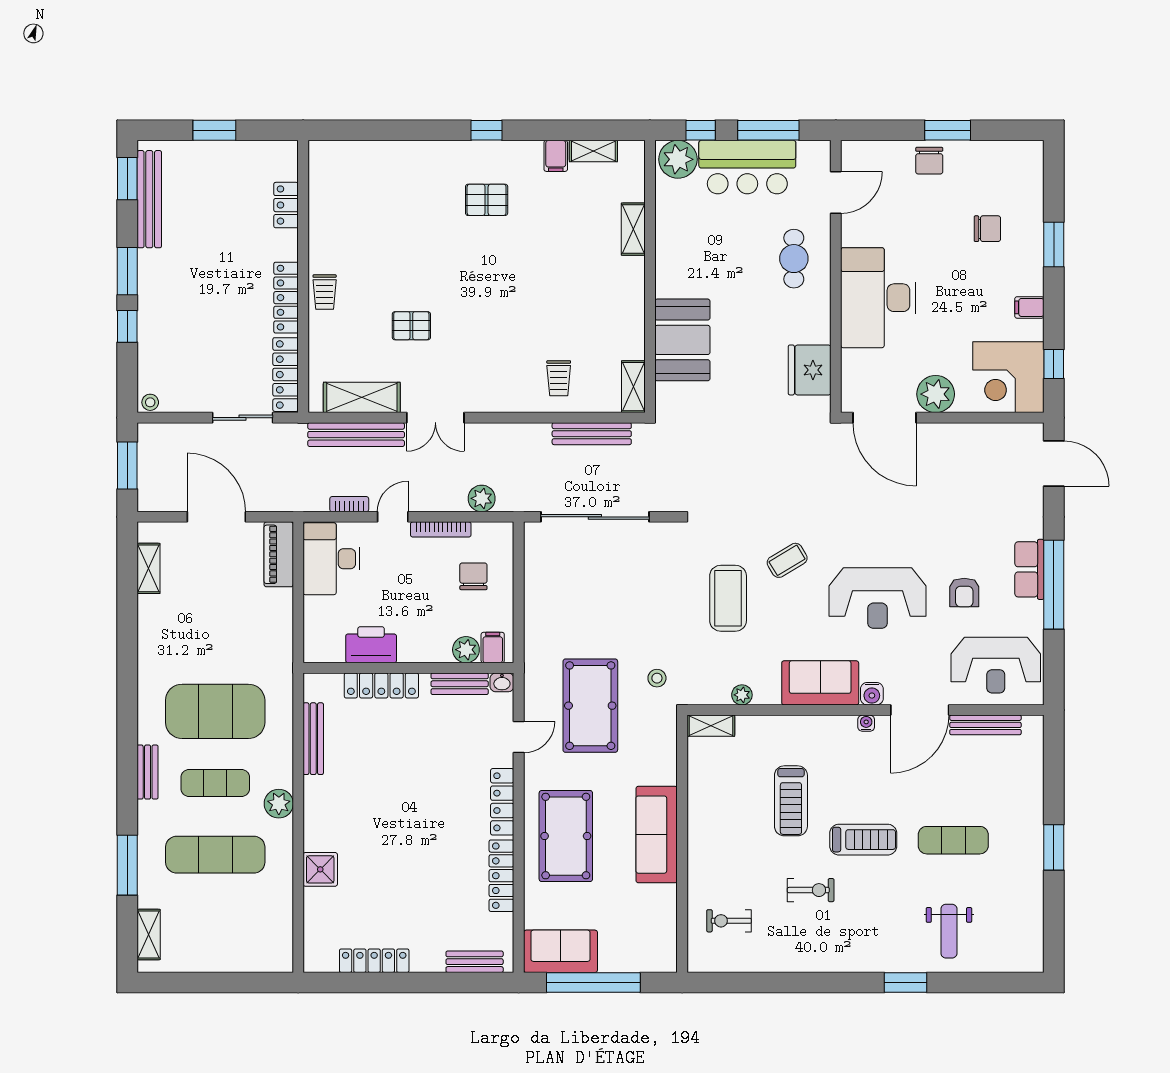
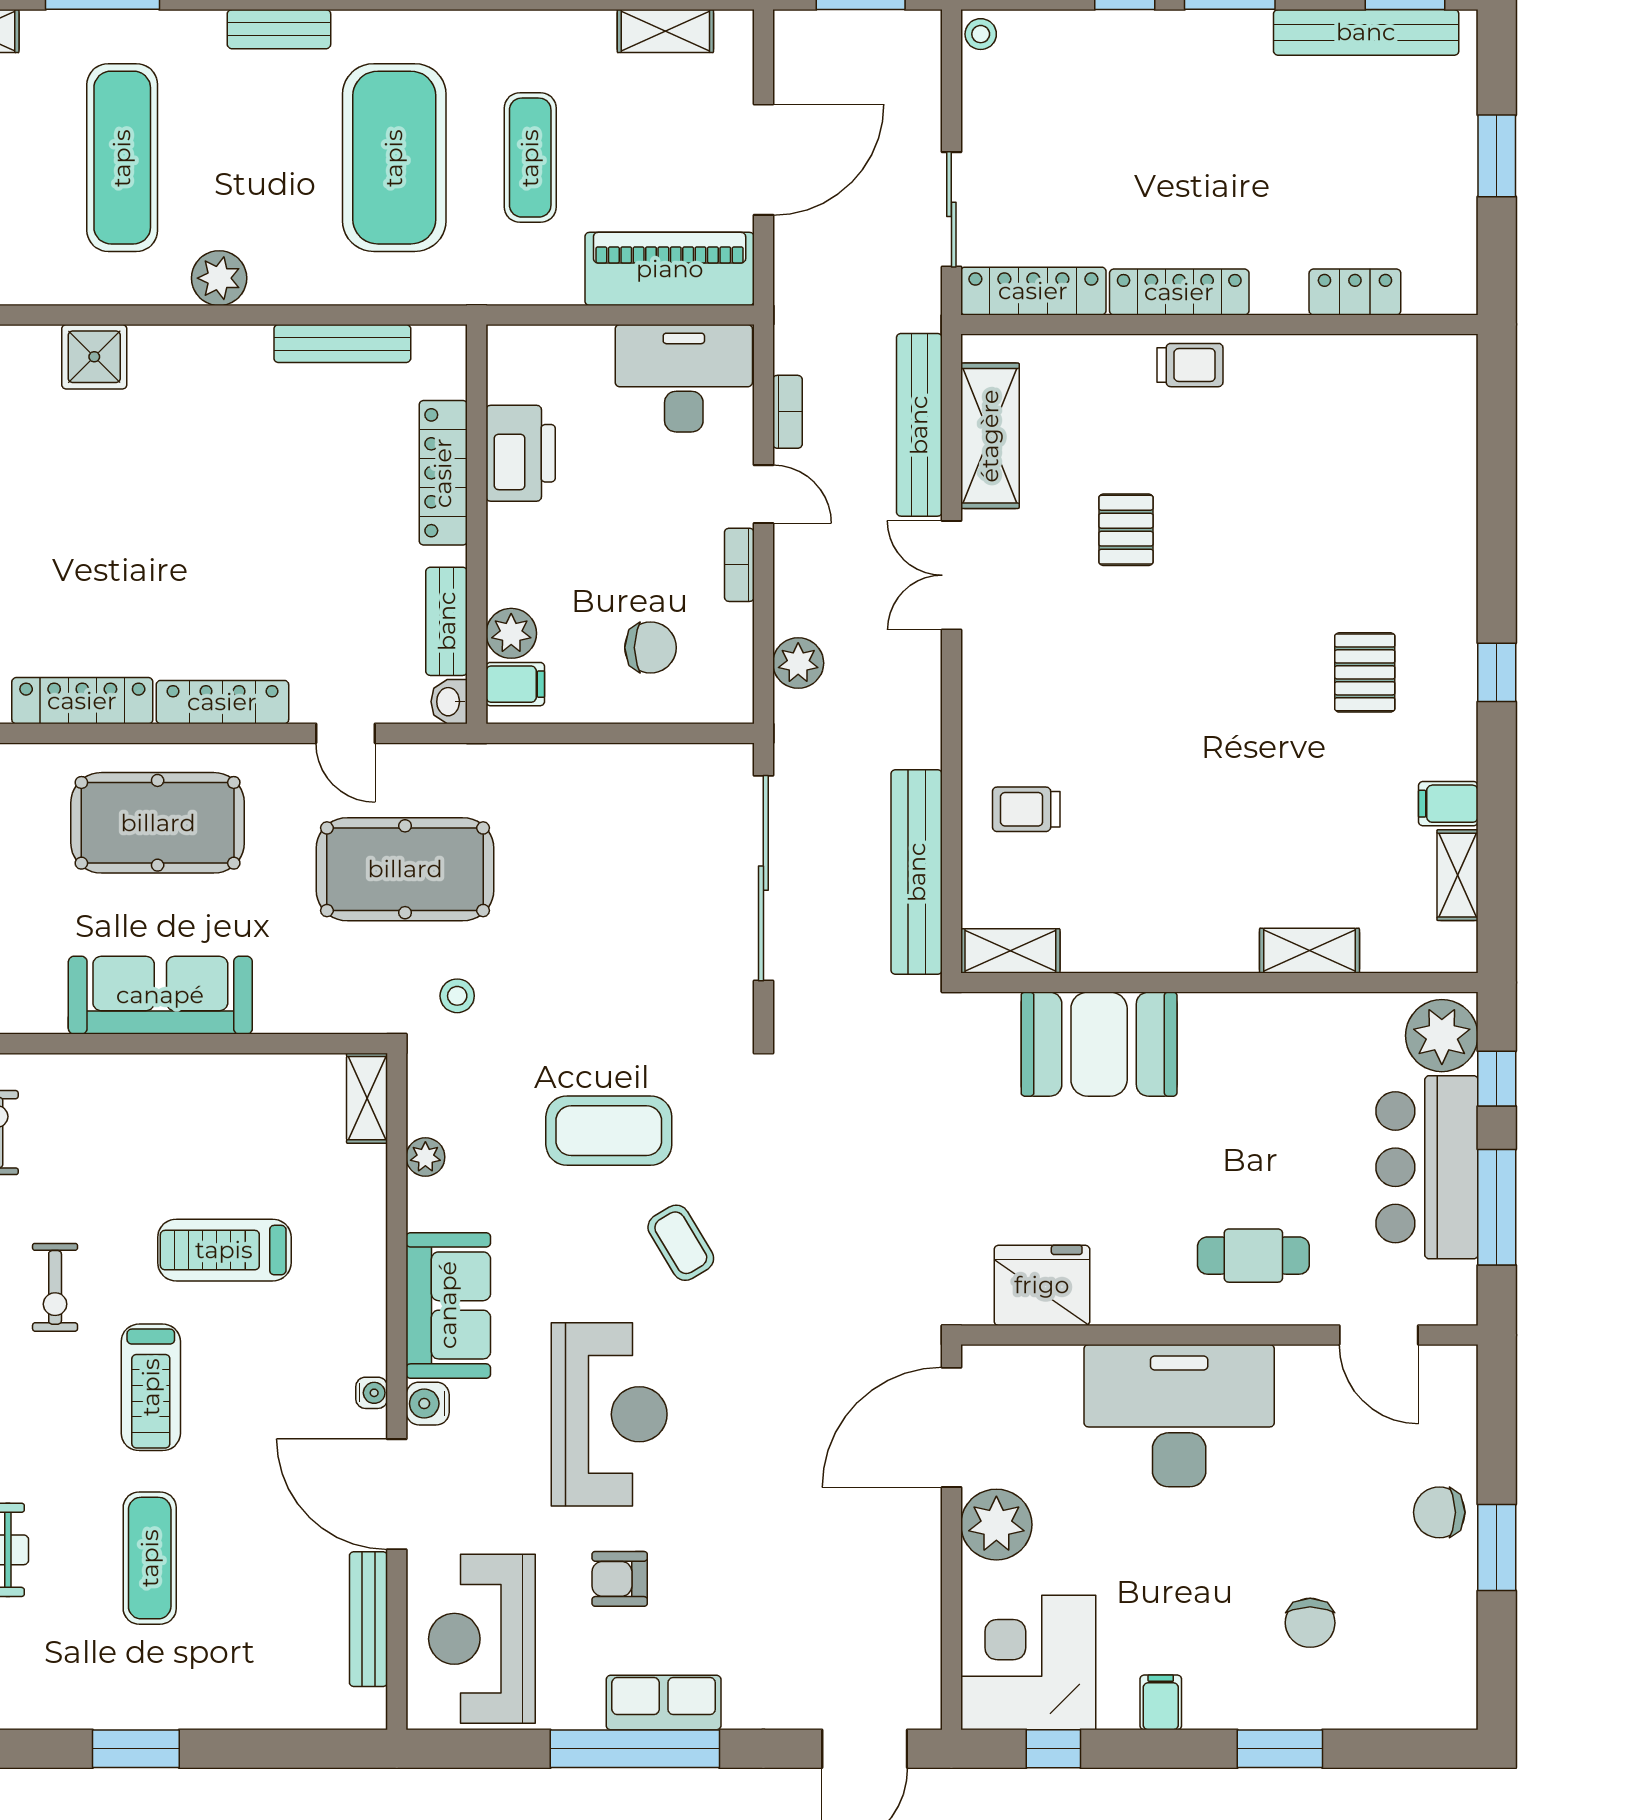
trolley: (325, 292) -> (1190, 365), turned 180
bench: (592, 434) -> (917, 872), width x1.37, depth x1.21
bookcase: (441, 529) -> (739, 565), width x0.64
piano: (279, 554) -> (670, 269), width x1.37, depth x1.33
reception desk: (878, 598) -> (609, 1414), turned 180
exercise mat: (215, 783) -> (530, 158), moved

